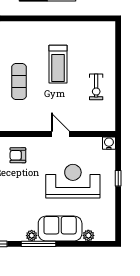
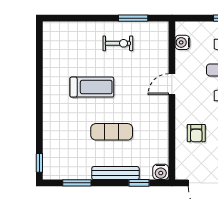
window: (118, 100) -> (133, 18), added
water cooler: (109, 143) -> (182, 42), moved

